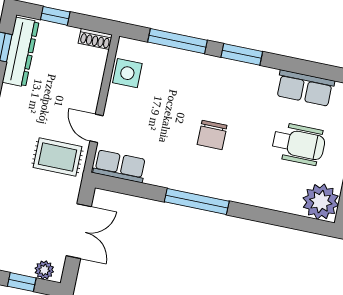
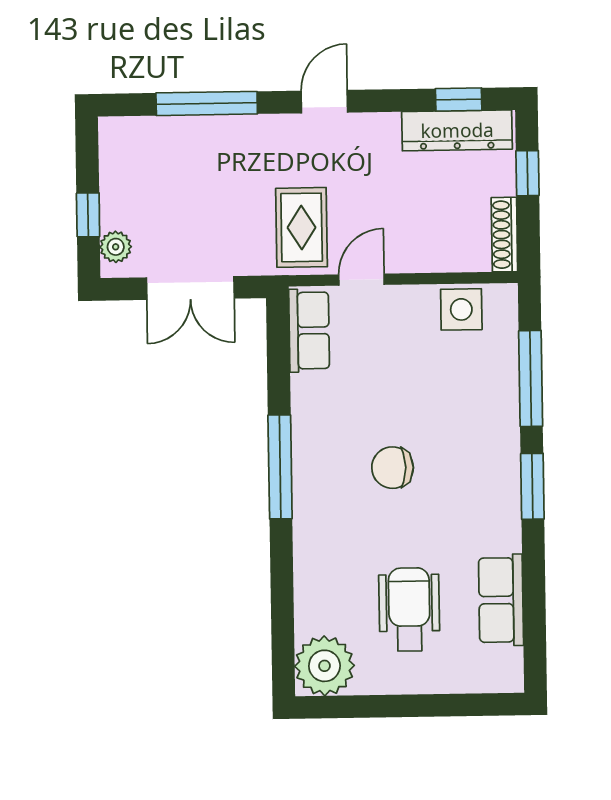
shoe rack: (95, 39) -> (504, 235), width x1.43
wheelchair: (299, 144) -> (409, 610), turned 180

